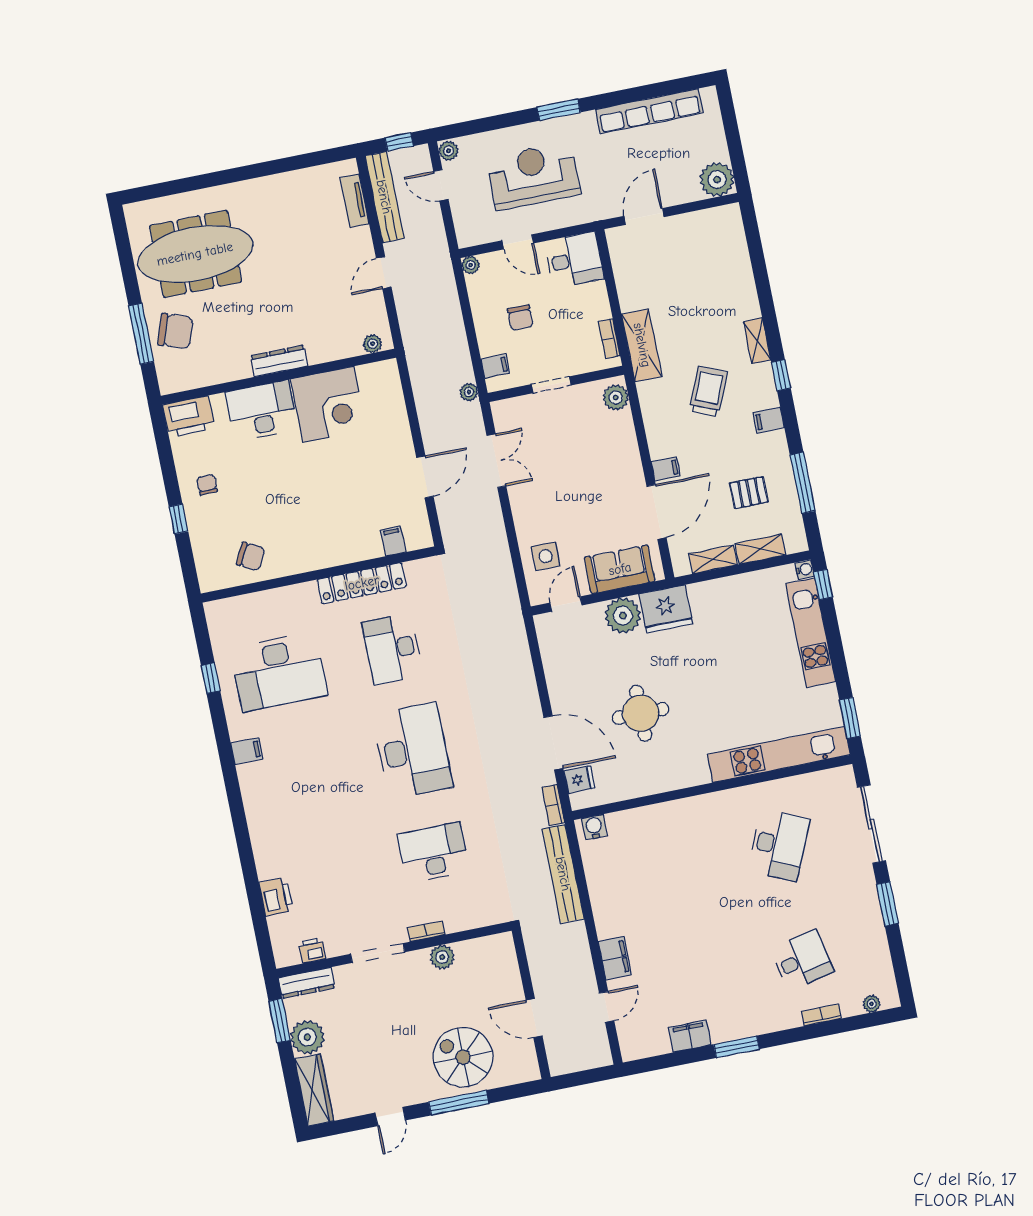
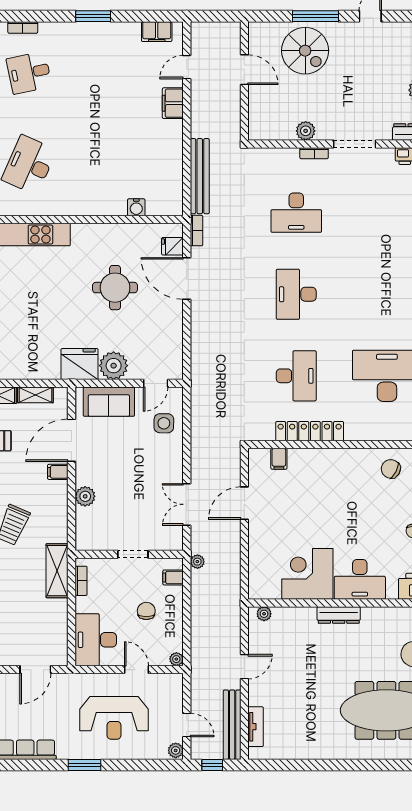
desk: (574, 260) -> (96, 640), width x1.37
plant: (616, 398) -> (85, 496), moved
desk: (413, 751) -> (296, 294), width x0.73, depth x0.77
water cooler: (594, 827) -> (136, 207), moved
filing cabinet: (690, 1036) -> (157, 32), moved

